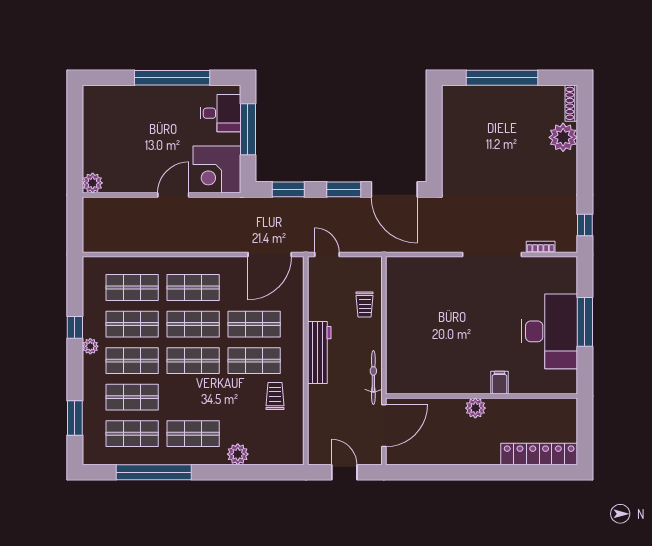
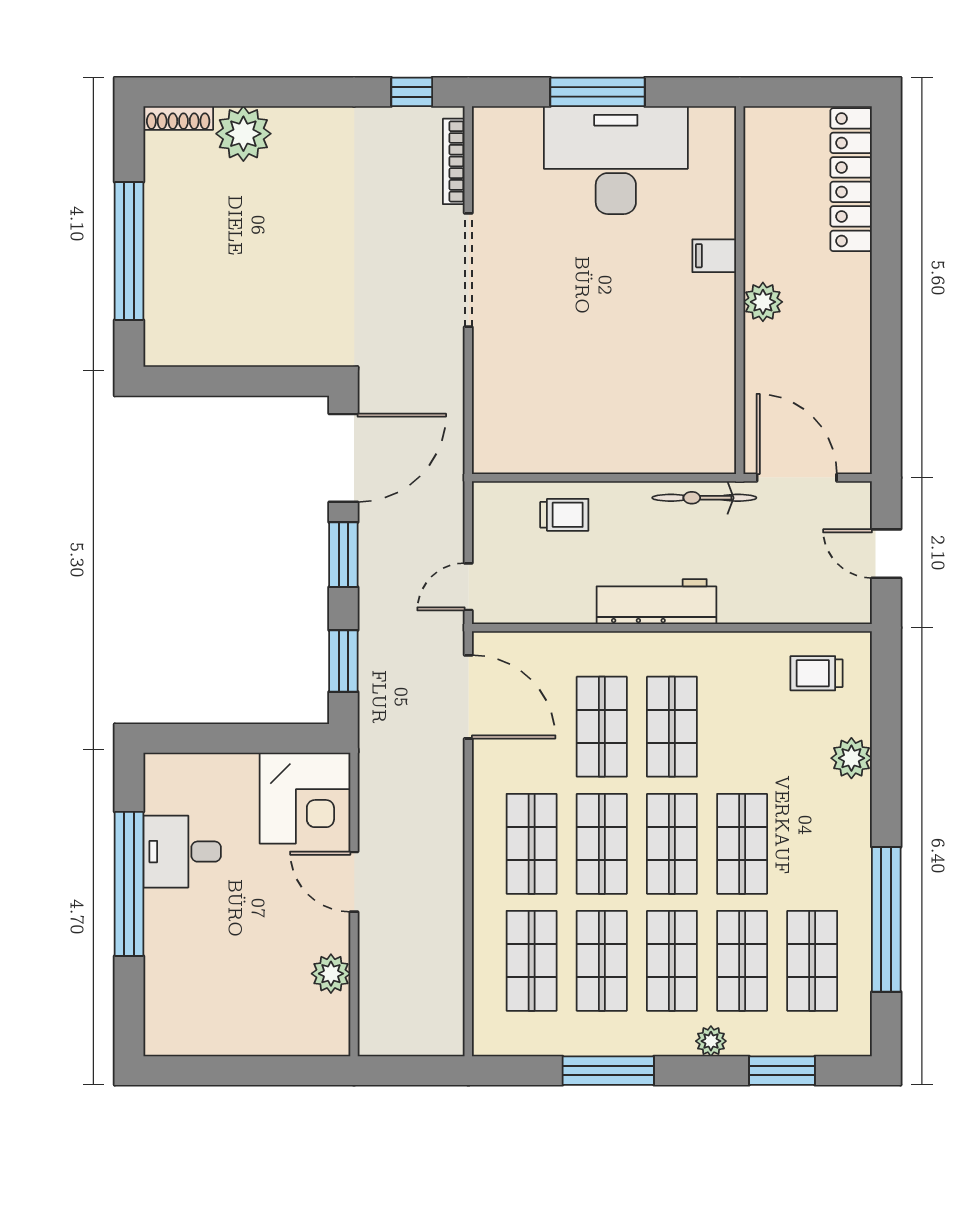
desk: (220, 113) -> (182, 852), moved, turned -90
window: (248, 129) -> (228, 738), removed
plant: (93, 183) -> (331, 974), moved
bookcase: (541, 247) -> (454, 161), width x1.56
window: (75, 327) -> (608, 1071), width x2.17
plant: (90, 346) -> (711, 1041), moved
trolley: (275, 396) -> (817, 673), moved
shop shelf: (193, 434) -> (742, 844), moved
door: (344, 472) -> (886, 554), hinge flipped

